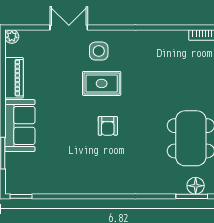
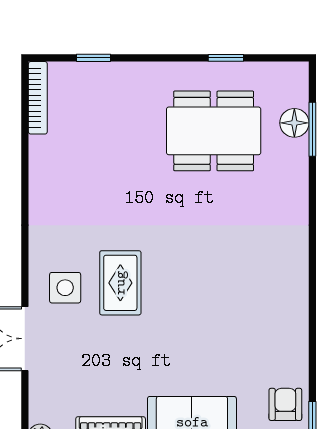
armchair: (108, 126) -> (285, 404), moved, turned -90

